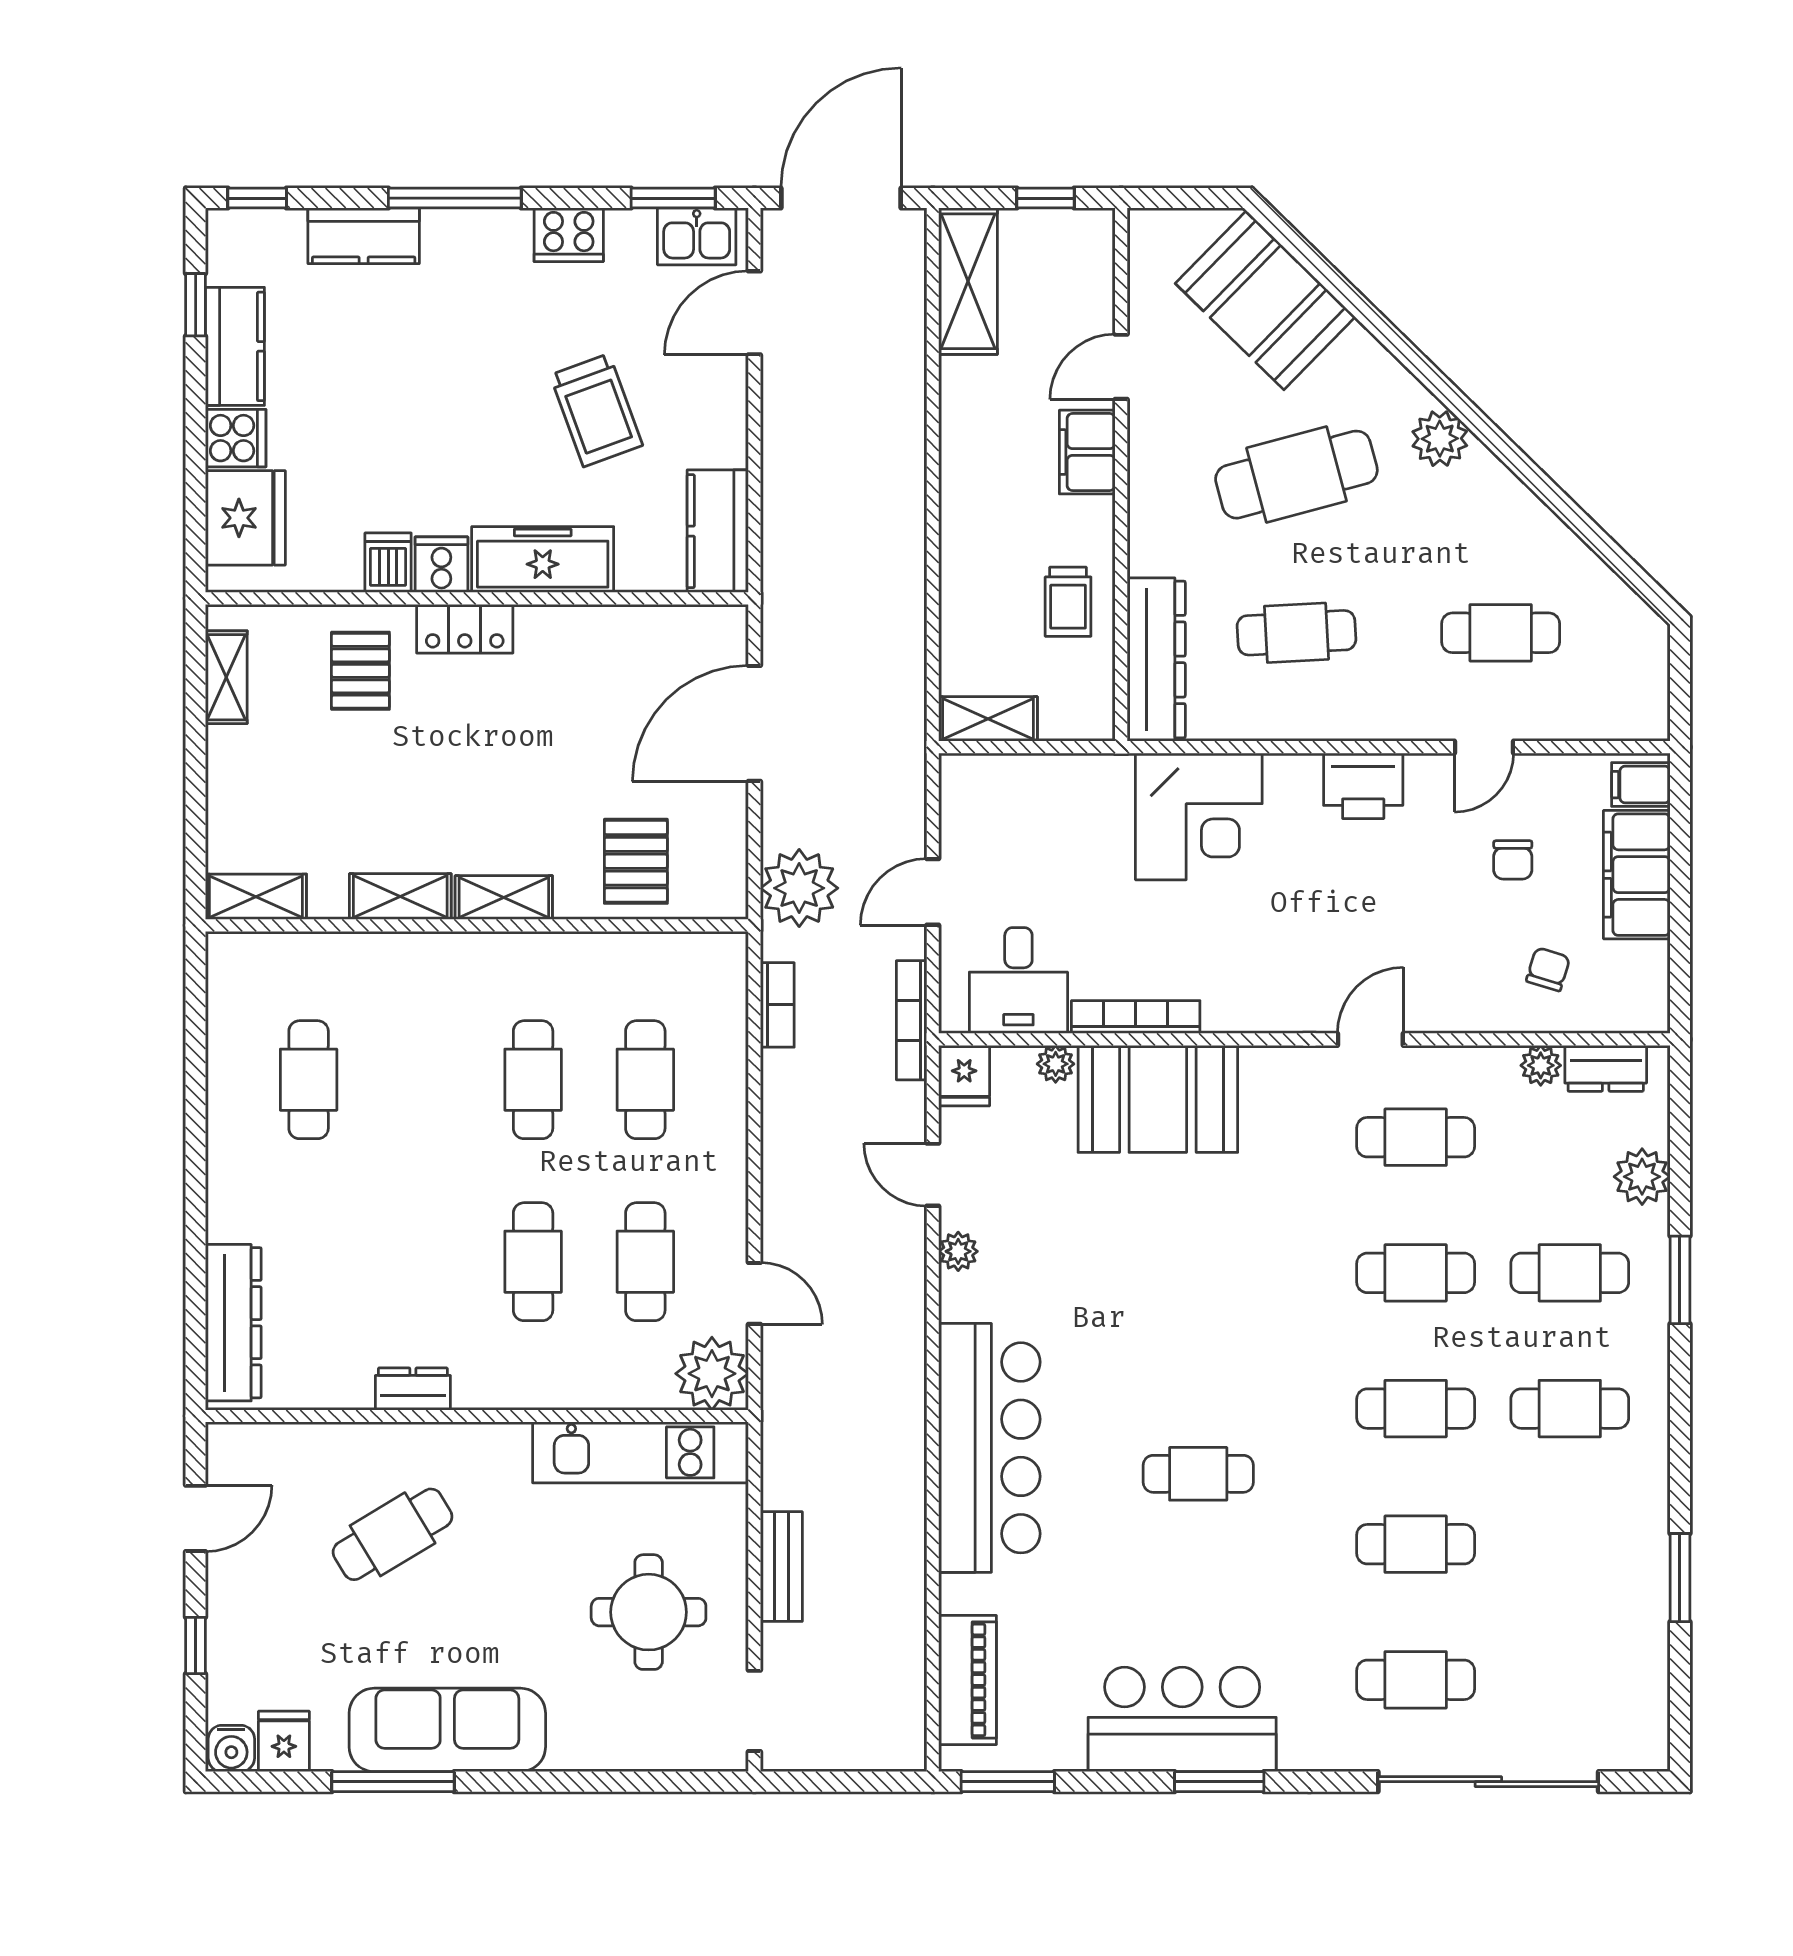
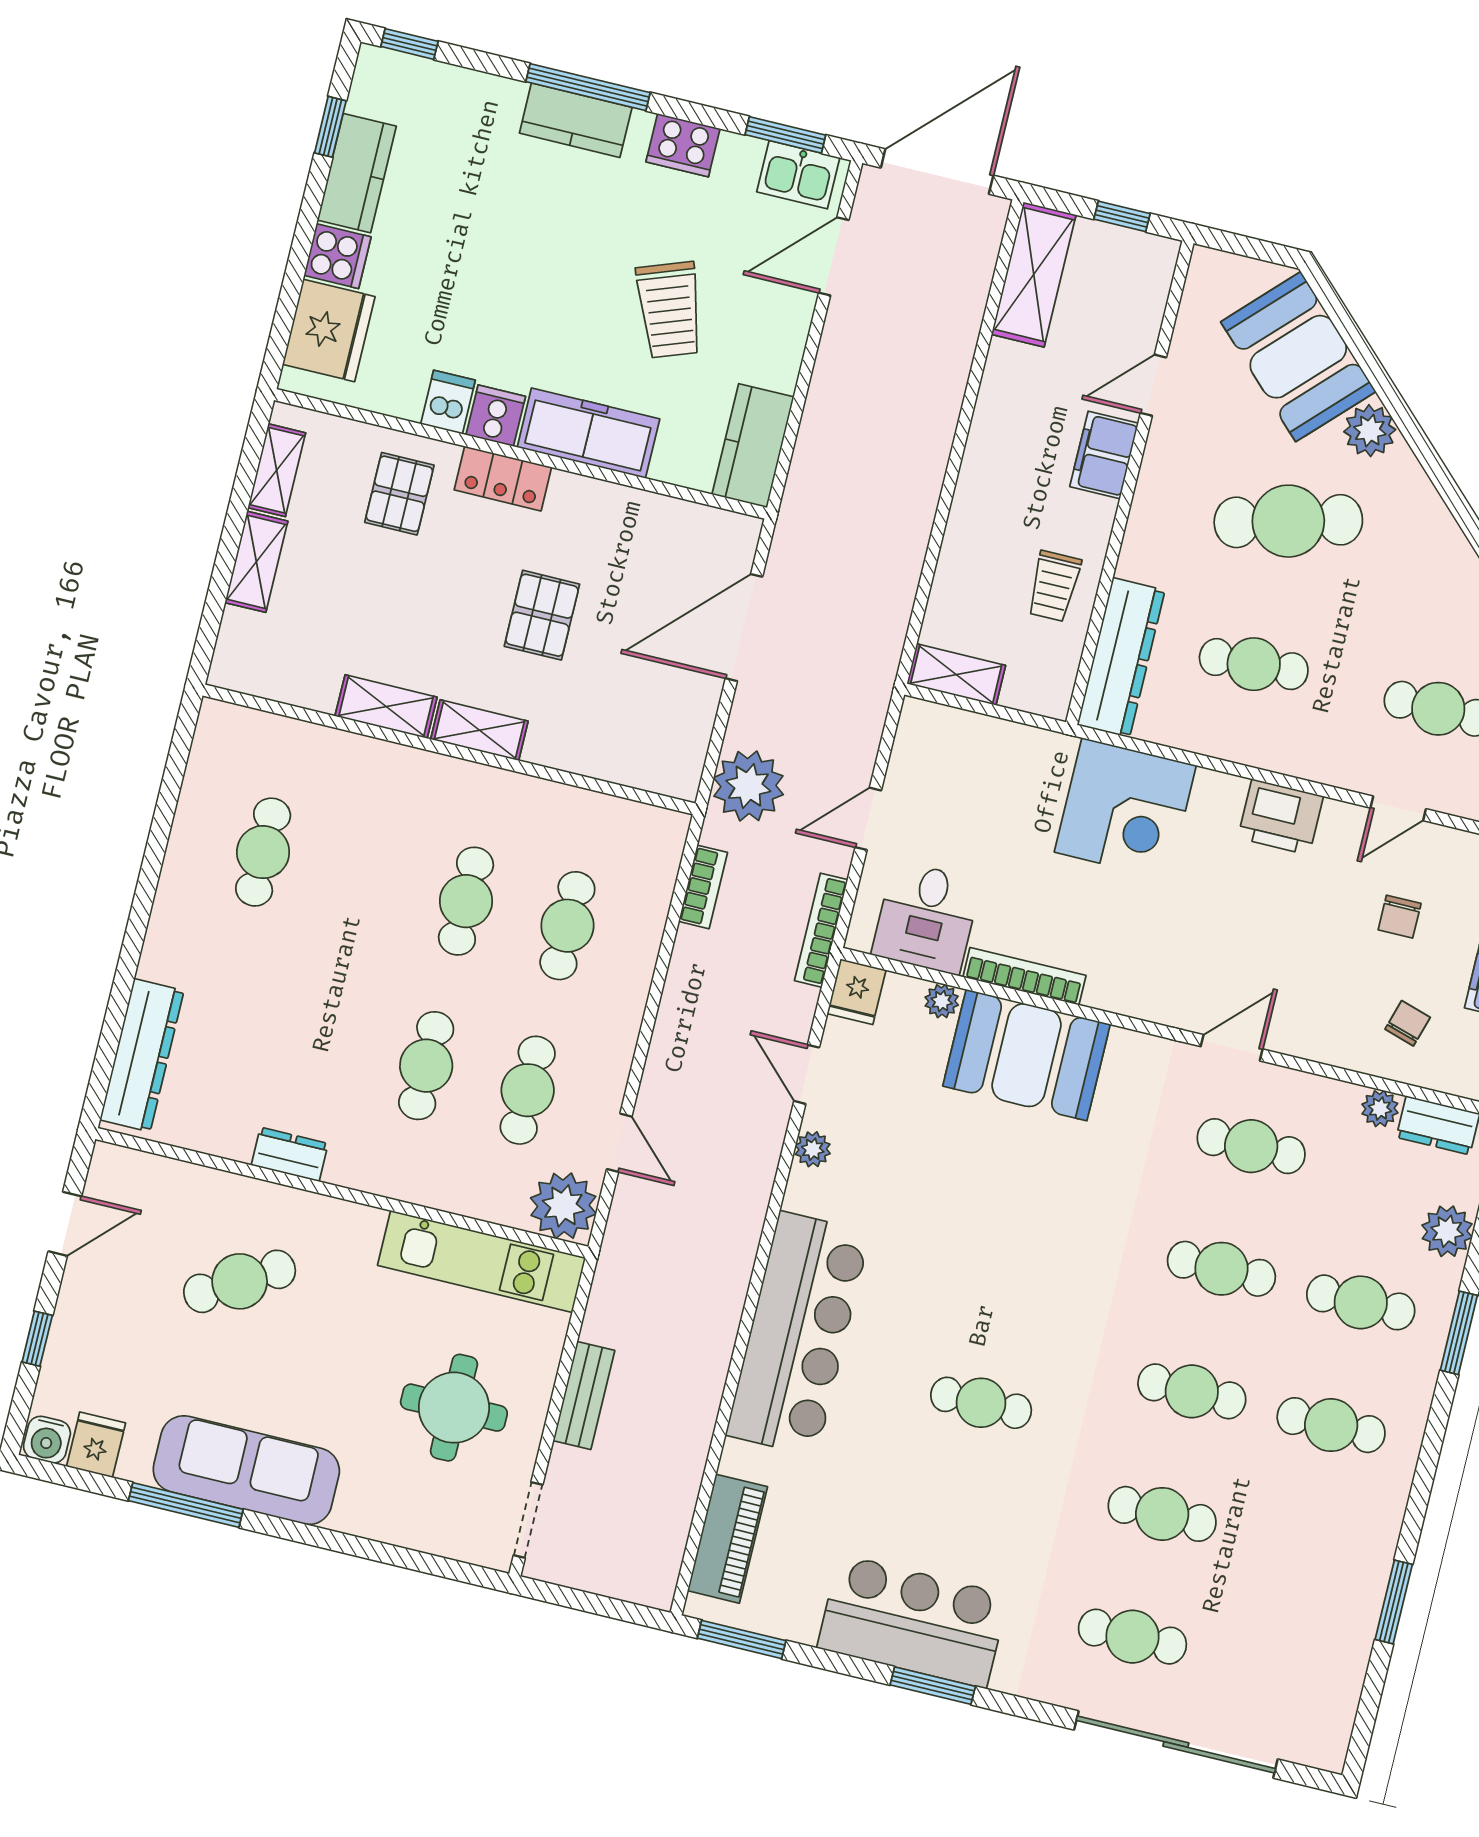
kitchen counter: (364, 236) -> (576, 120), moved
plant: (1440, 439) -> (1370, 431), moved
pallet: (636, 861) -> (542, 615), moved
shelving: (256, 897) -> (256, 562), moved, turned 90

